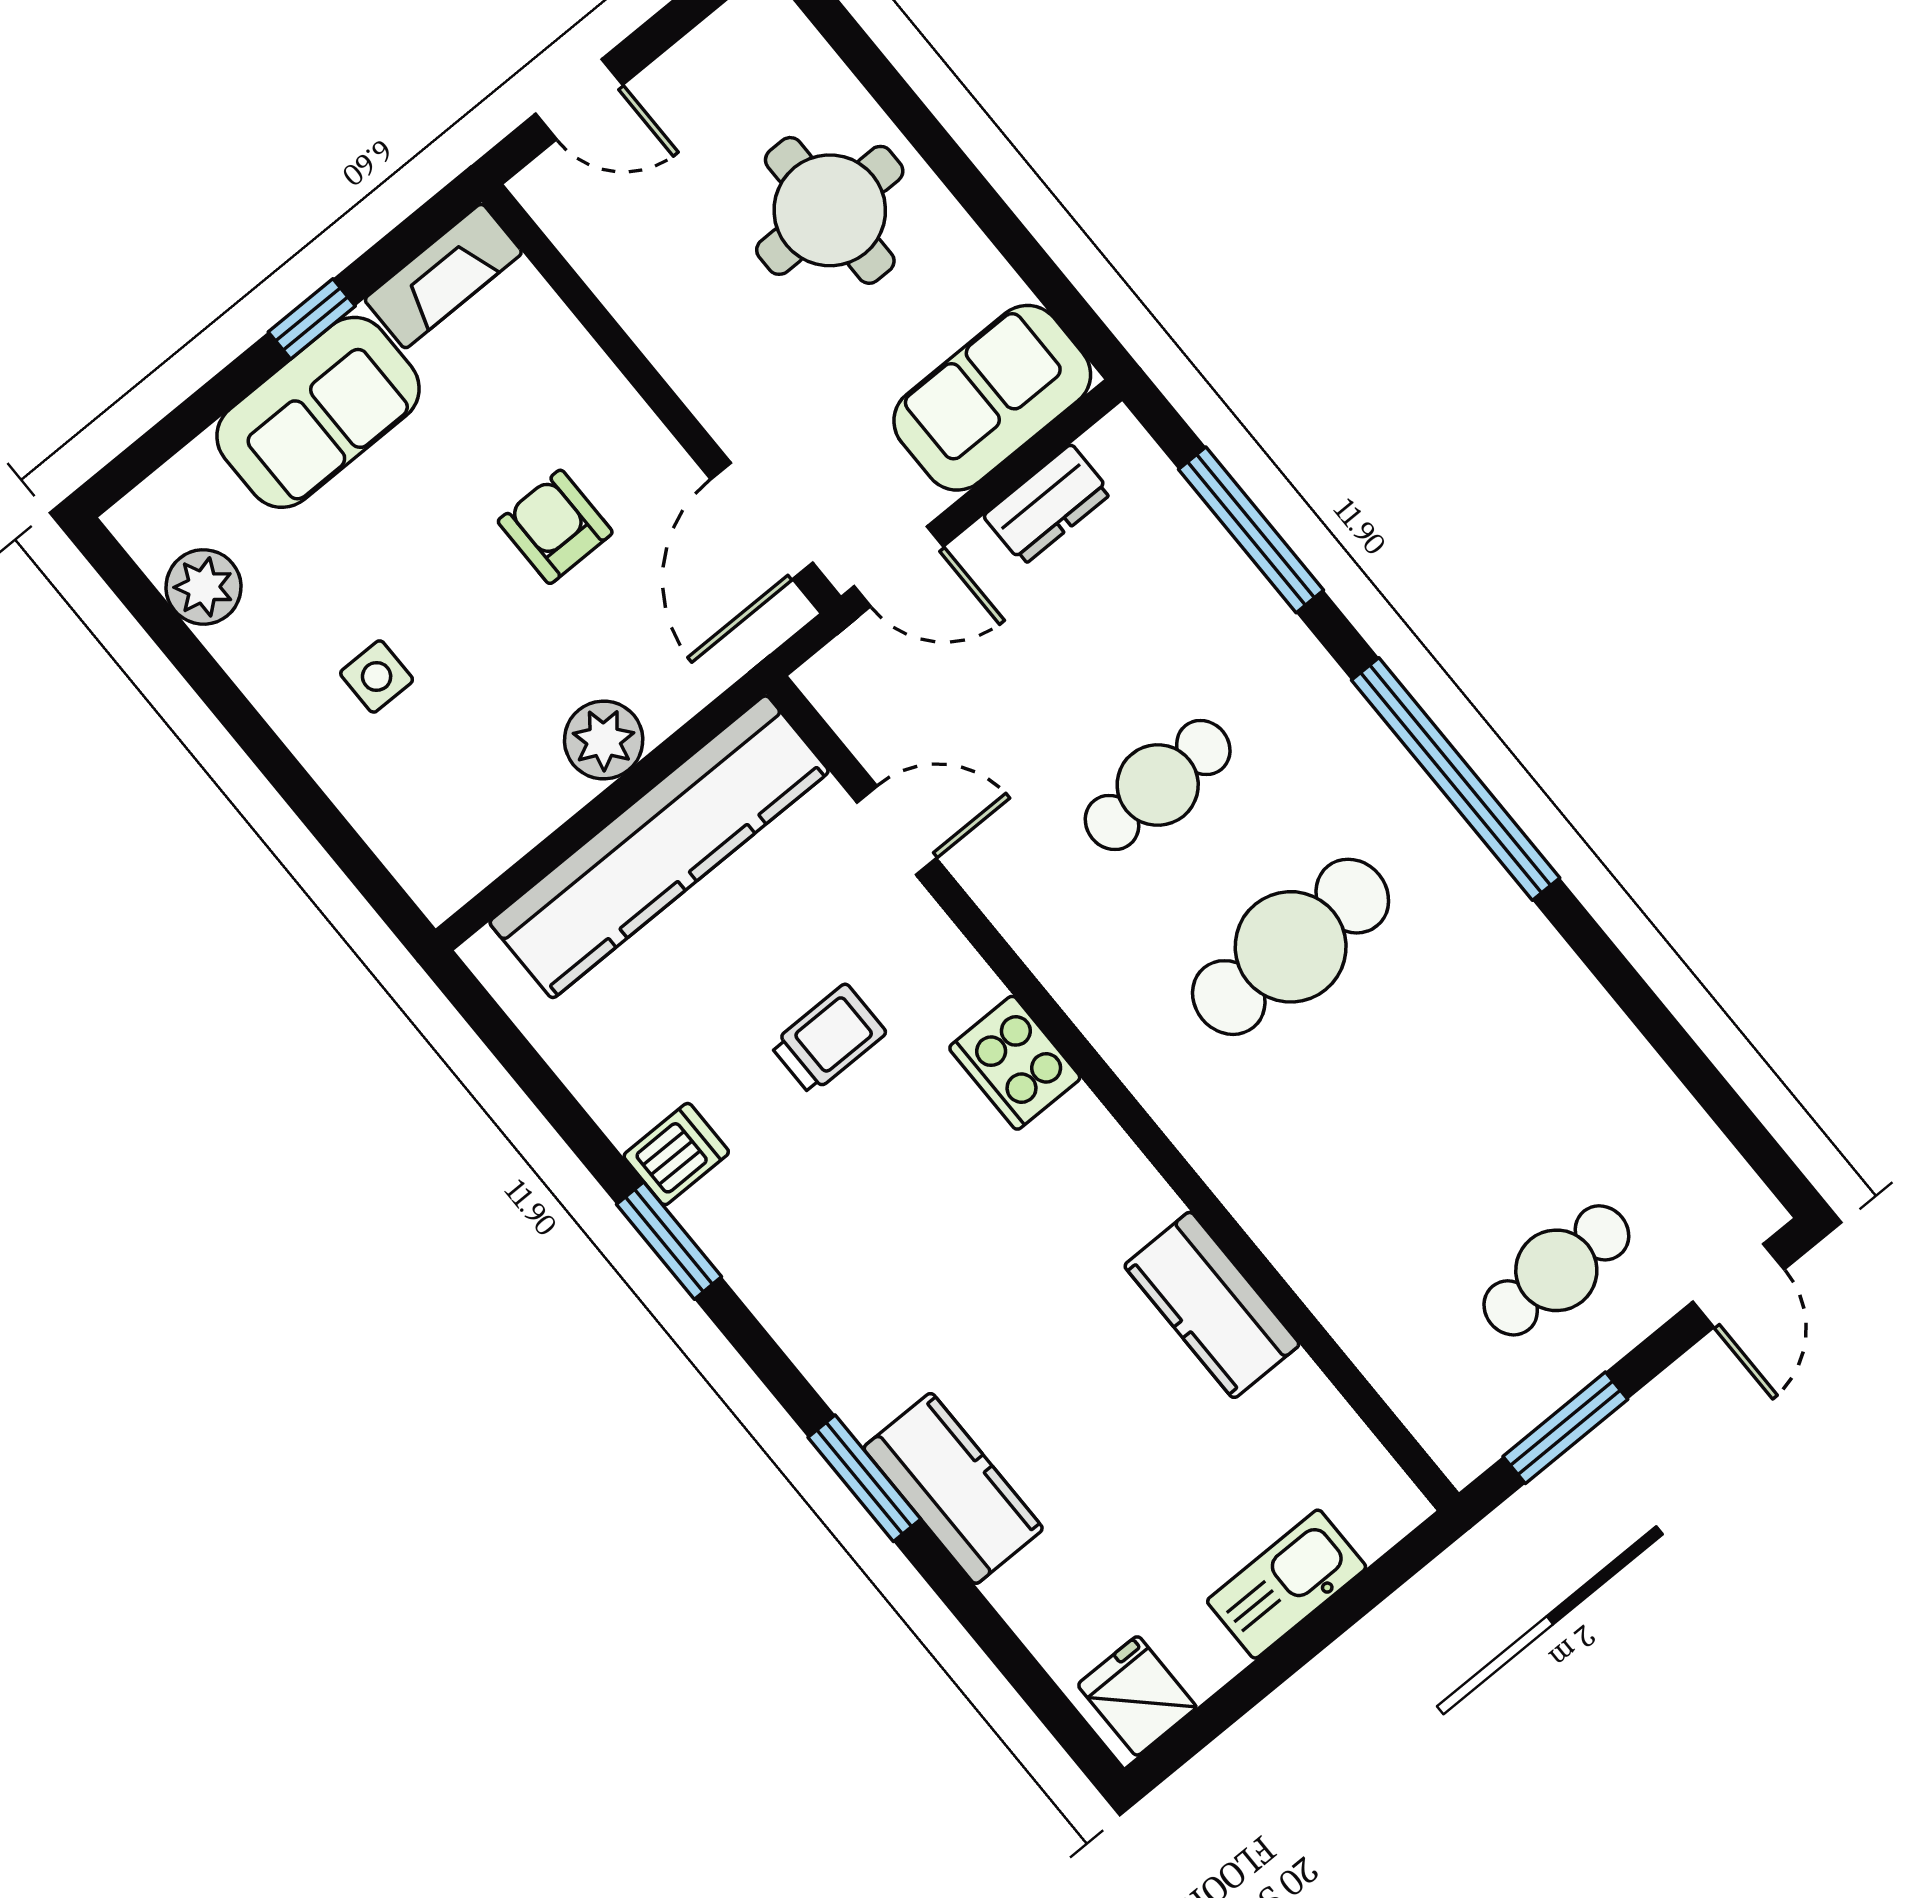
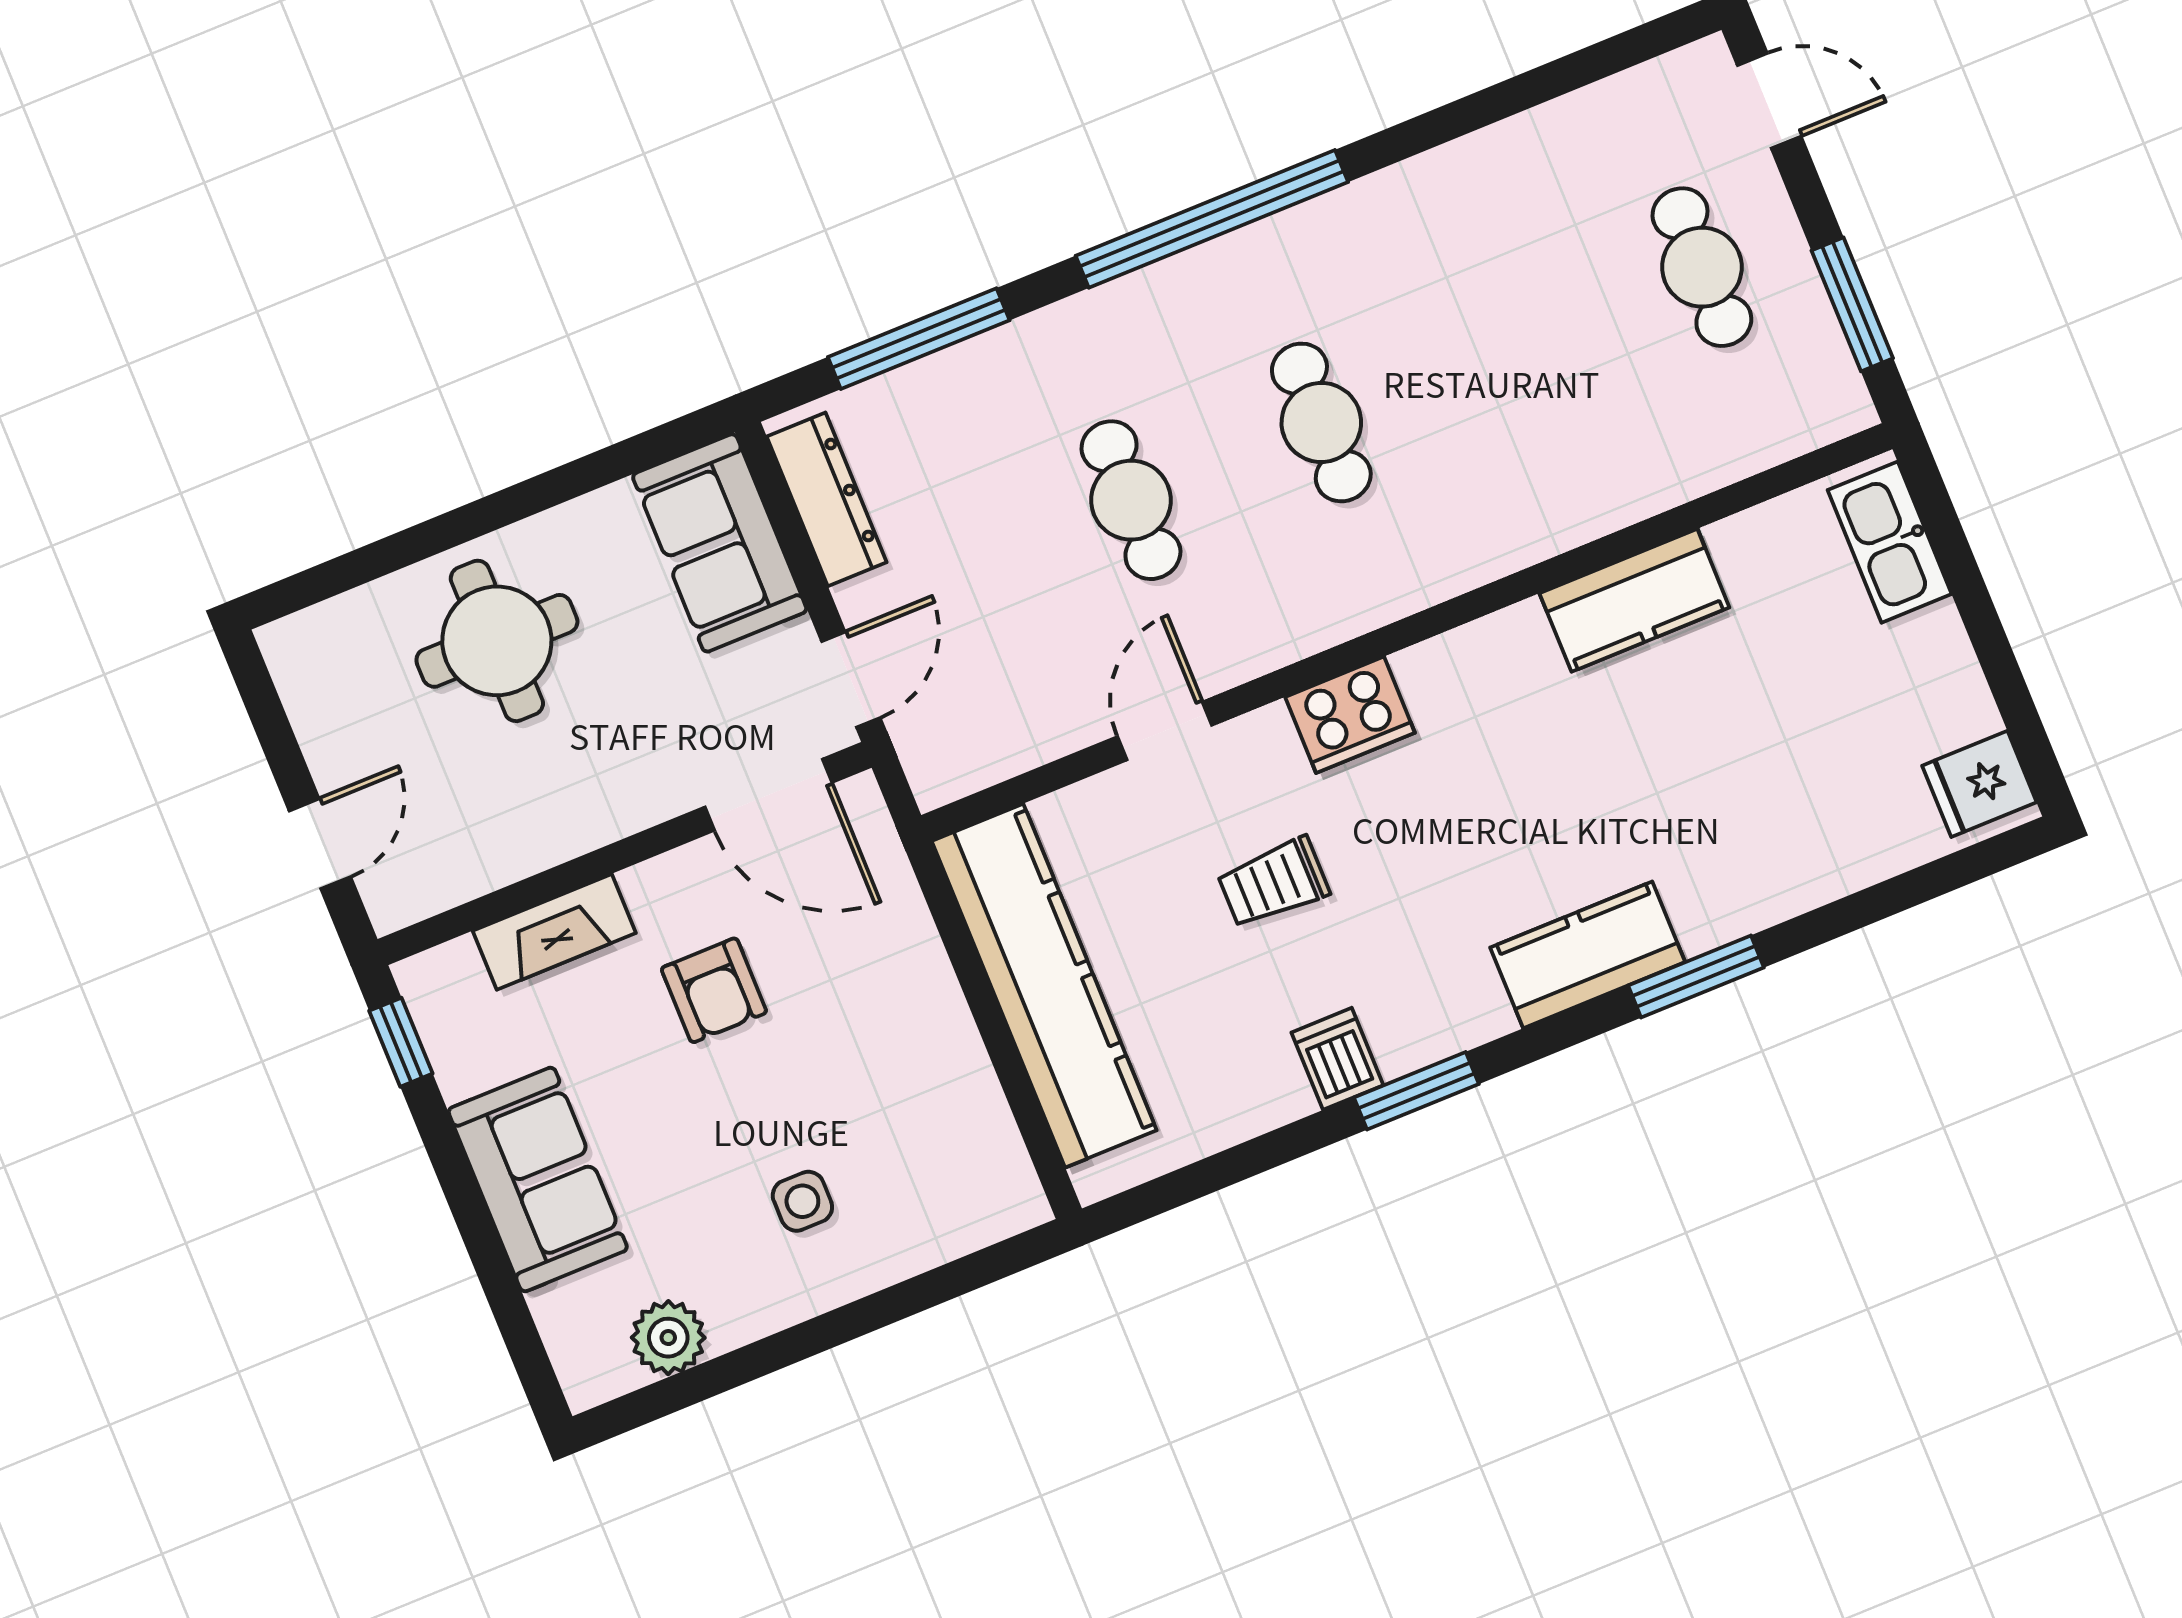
fireplace: (443, 276) -> (554, 932), moved, turned 90
window: (312, 319) -> (401, 1042), moved
dresser: (1047, 504) -> (827, 499), width x1.44
armchair: (555, 527) -> (714, 990), turned -90
plant: (604, 740) -> (928, 1007), removed
door: (897, 830) -> (1165, 731), moved
cafe table: (1291, 947) -> (1321, 422), width x0.73, depth x0.74
trolley: (828, 1039) -> (1273, 883), turned -90
kitchen counter: (953, 1488) -> (1588, 955), moved
kitchen sink: (1287, 1584) -> (1890, 542), moved

